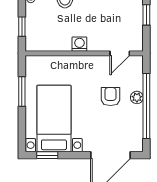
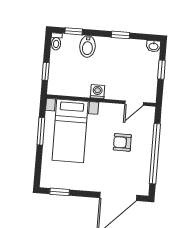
armchair: (110, 97) -> (122, 142), turned -90
plant: (137, 97) -> (147, 145), removed
bed with nightstands: (54, 119) -> (70, 131), moved, turned 180

